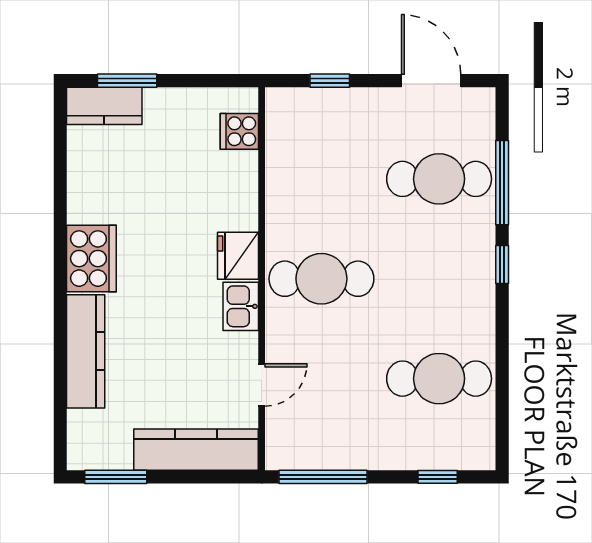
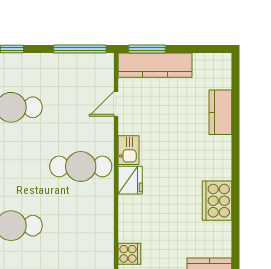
cooker: (91, 259) -> (217, 201), moved
kitchen counter: (86, 351) -> (220, 112), width x0.67
window: (116, 477) -> (147, 49), moved

